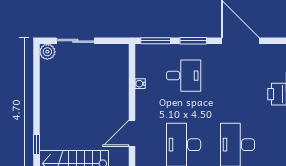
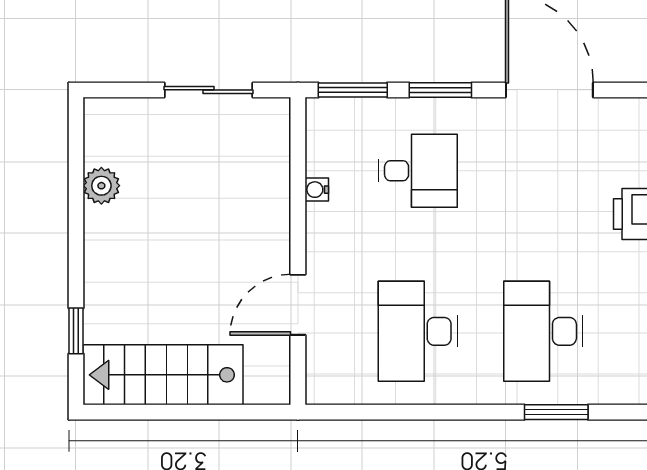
sliding door: (75, 41) -> (209, 90), moved
plant: (47, 52) -> (101, 186), moved

